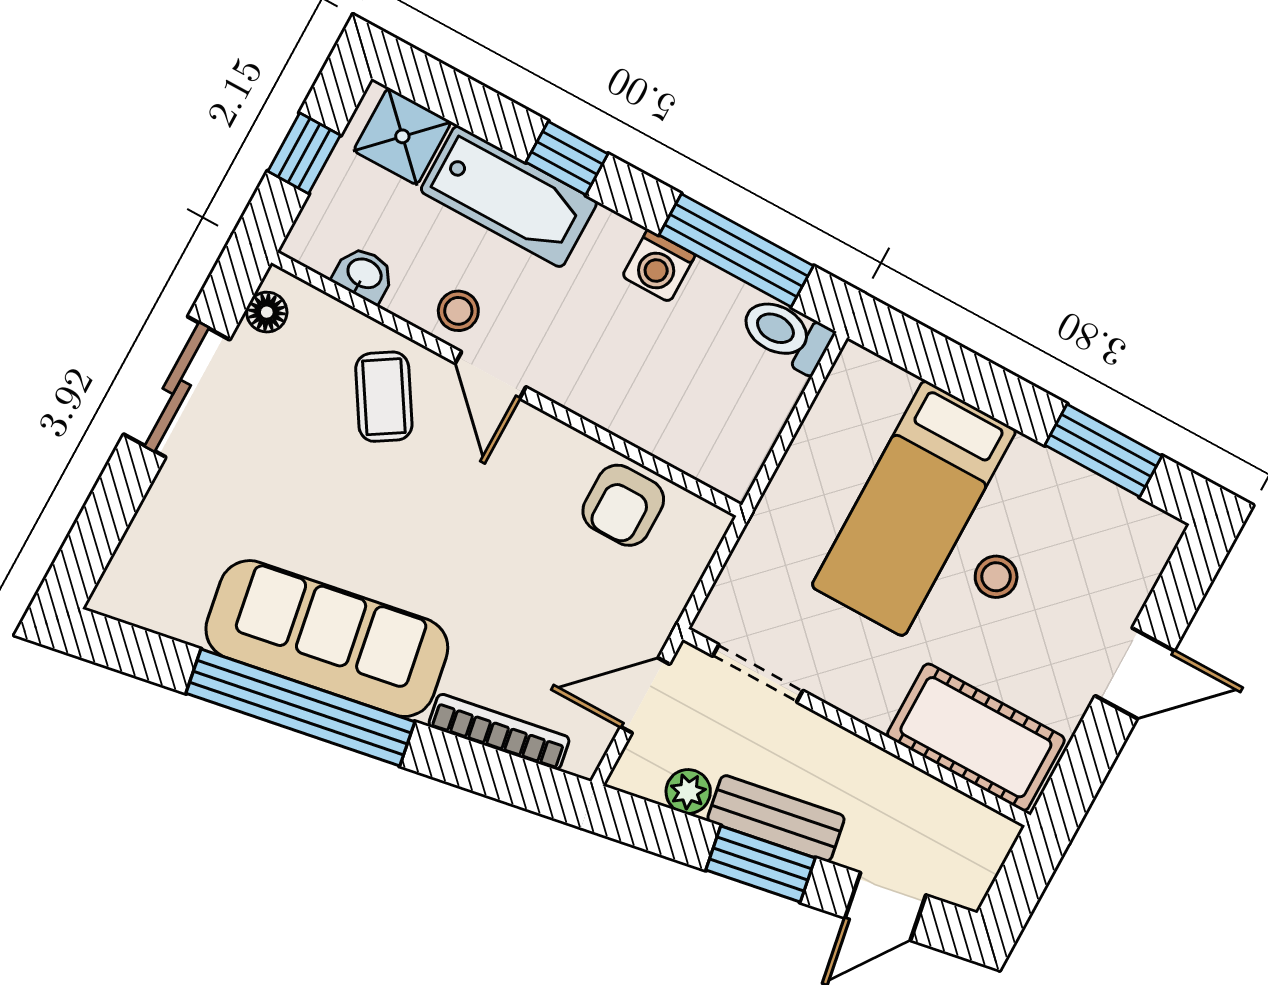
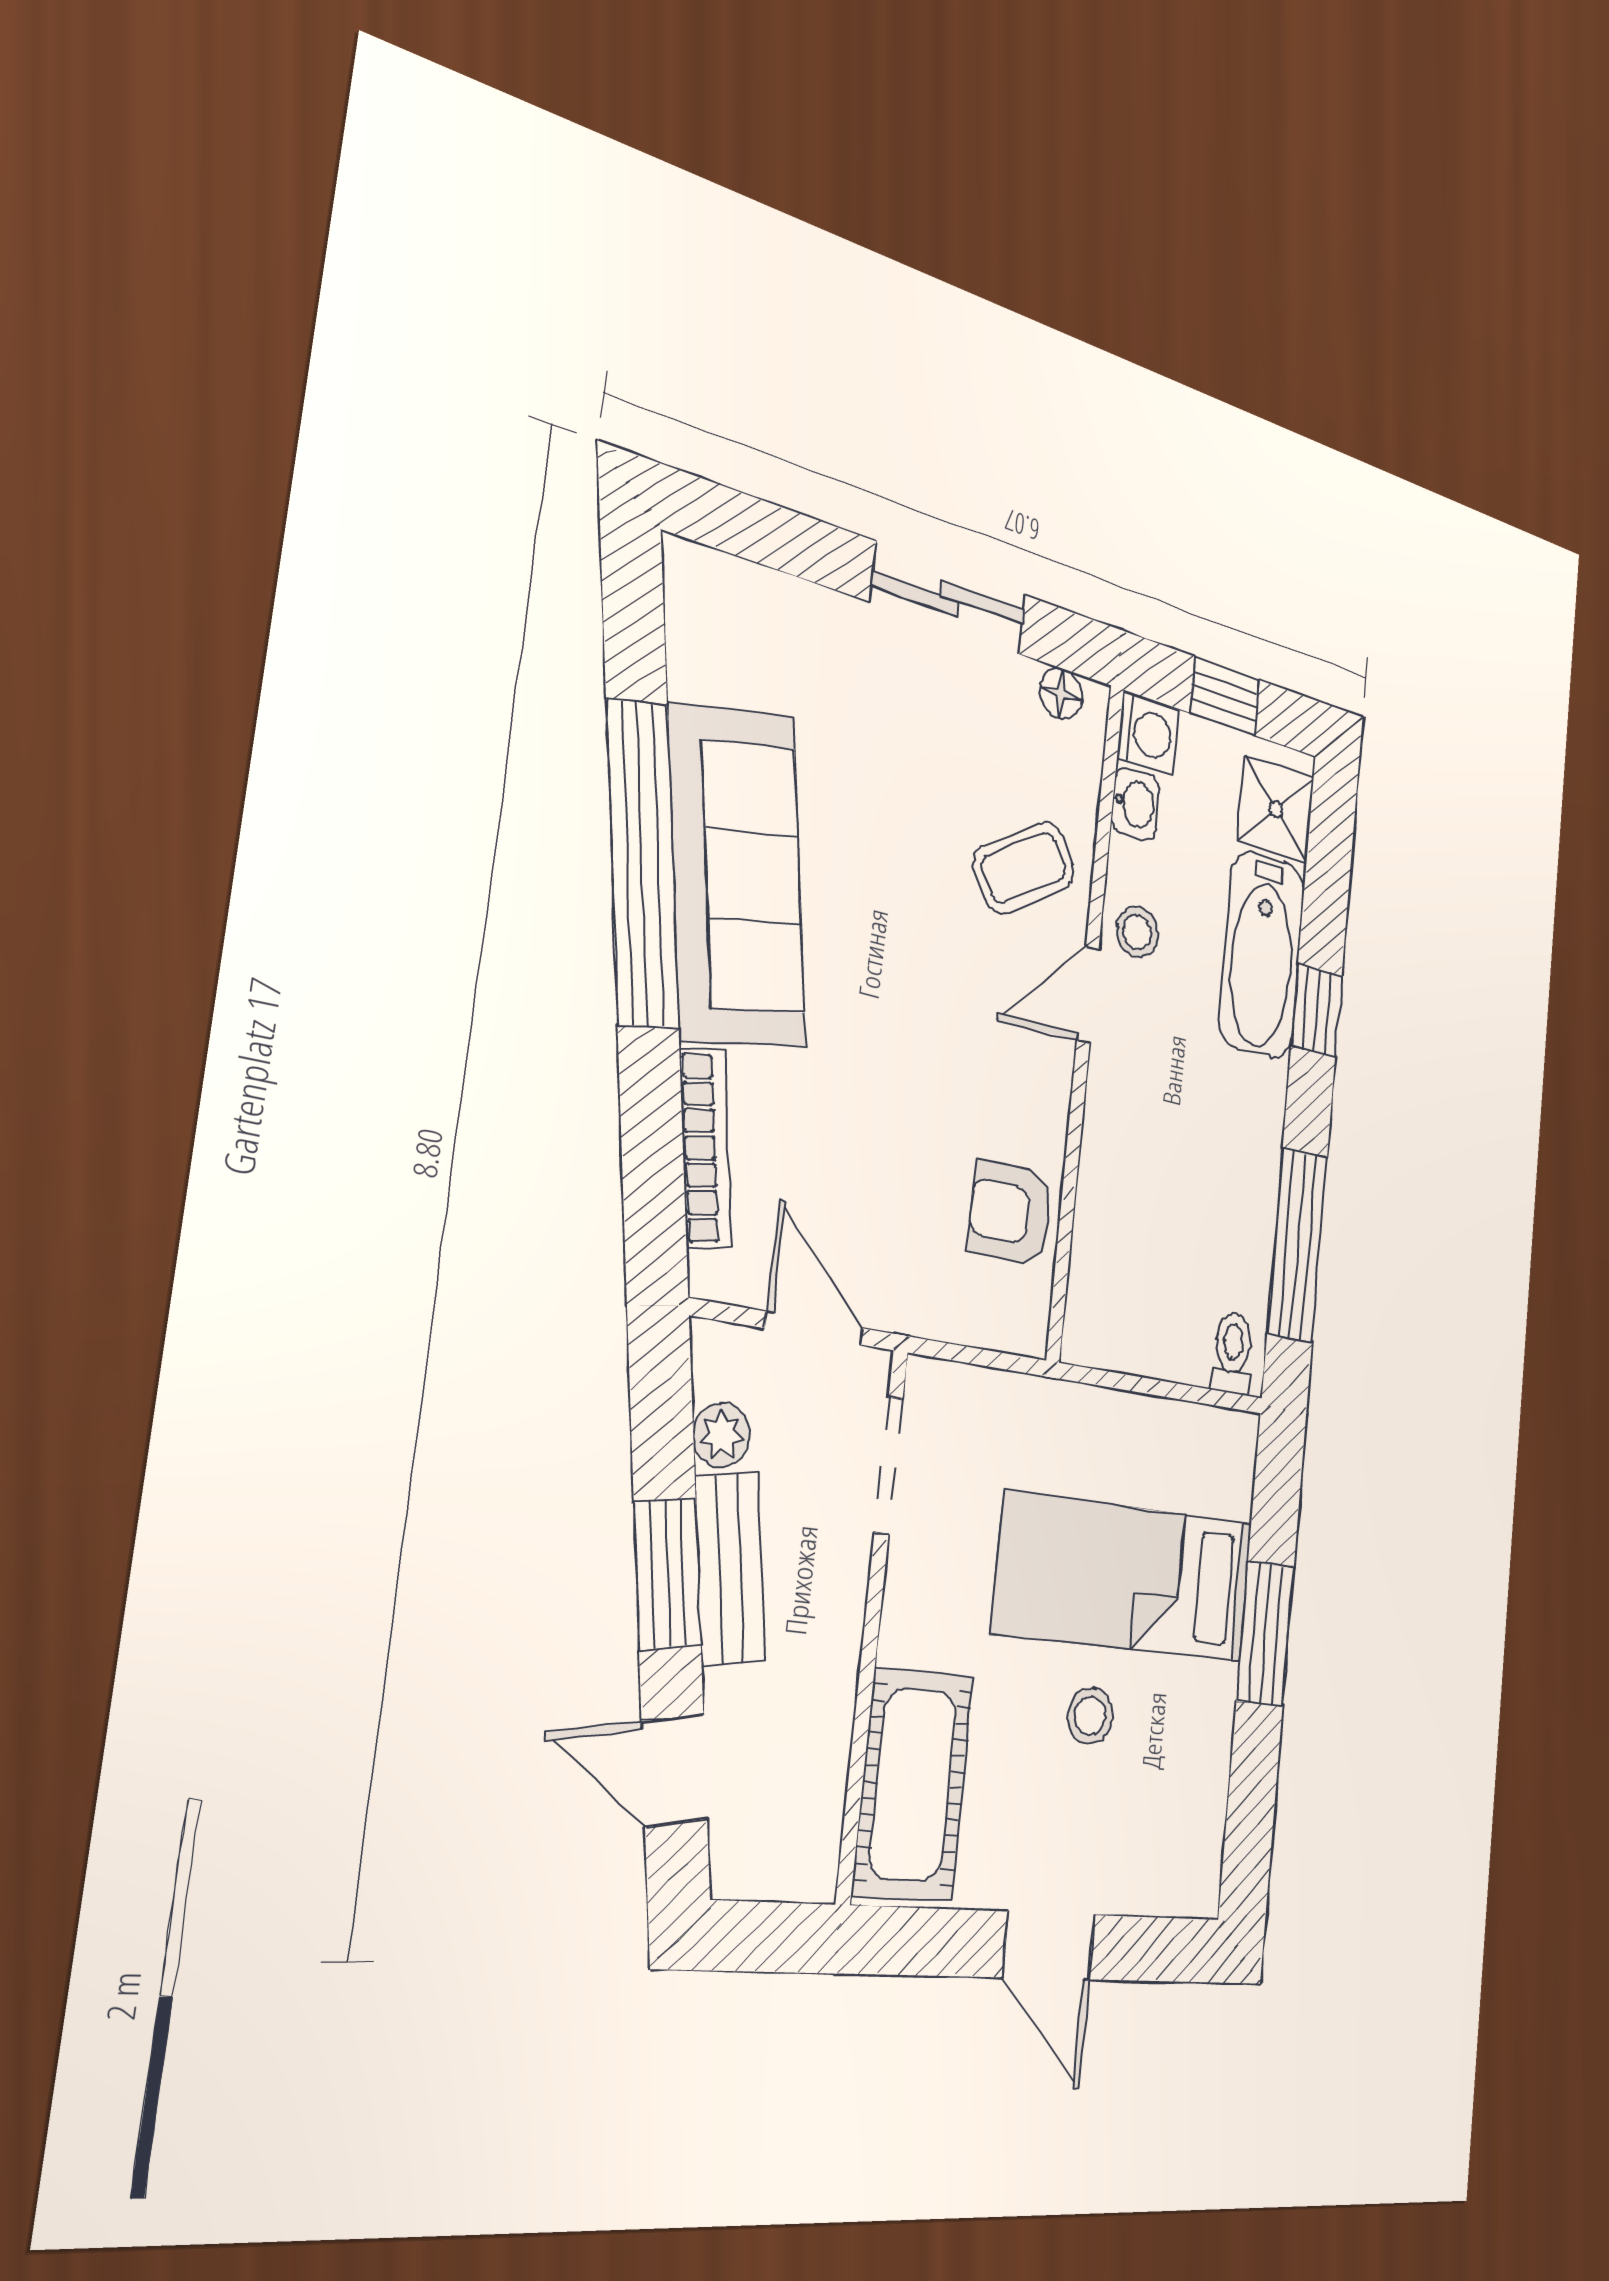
washing machine: (659, 266) -> (1148, 733), moved, turned 180
toilet: (786, 334) -> (1232, 1353), width x0.73, depth x0.72
window: (1103, 451) -> (1265, 1634), moved

